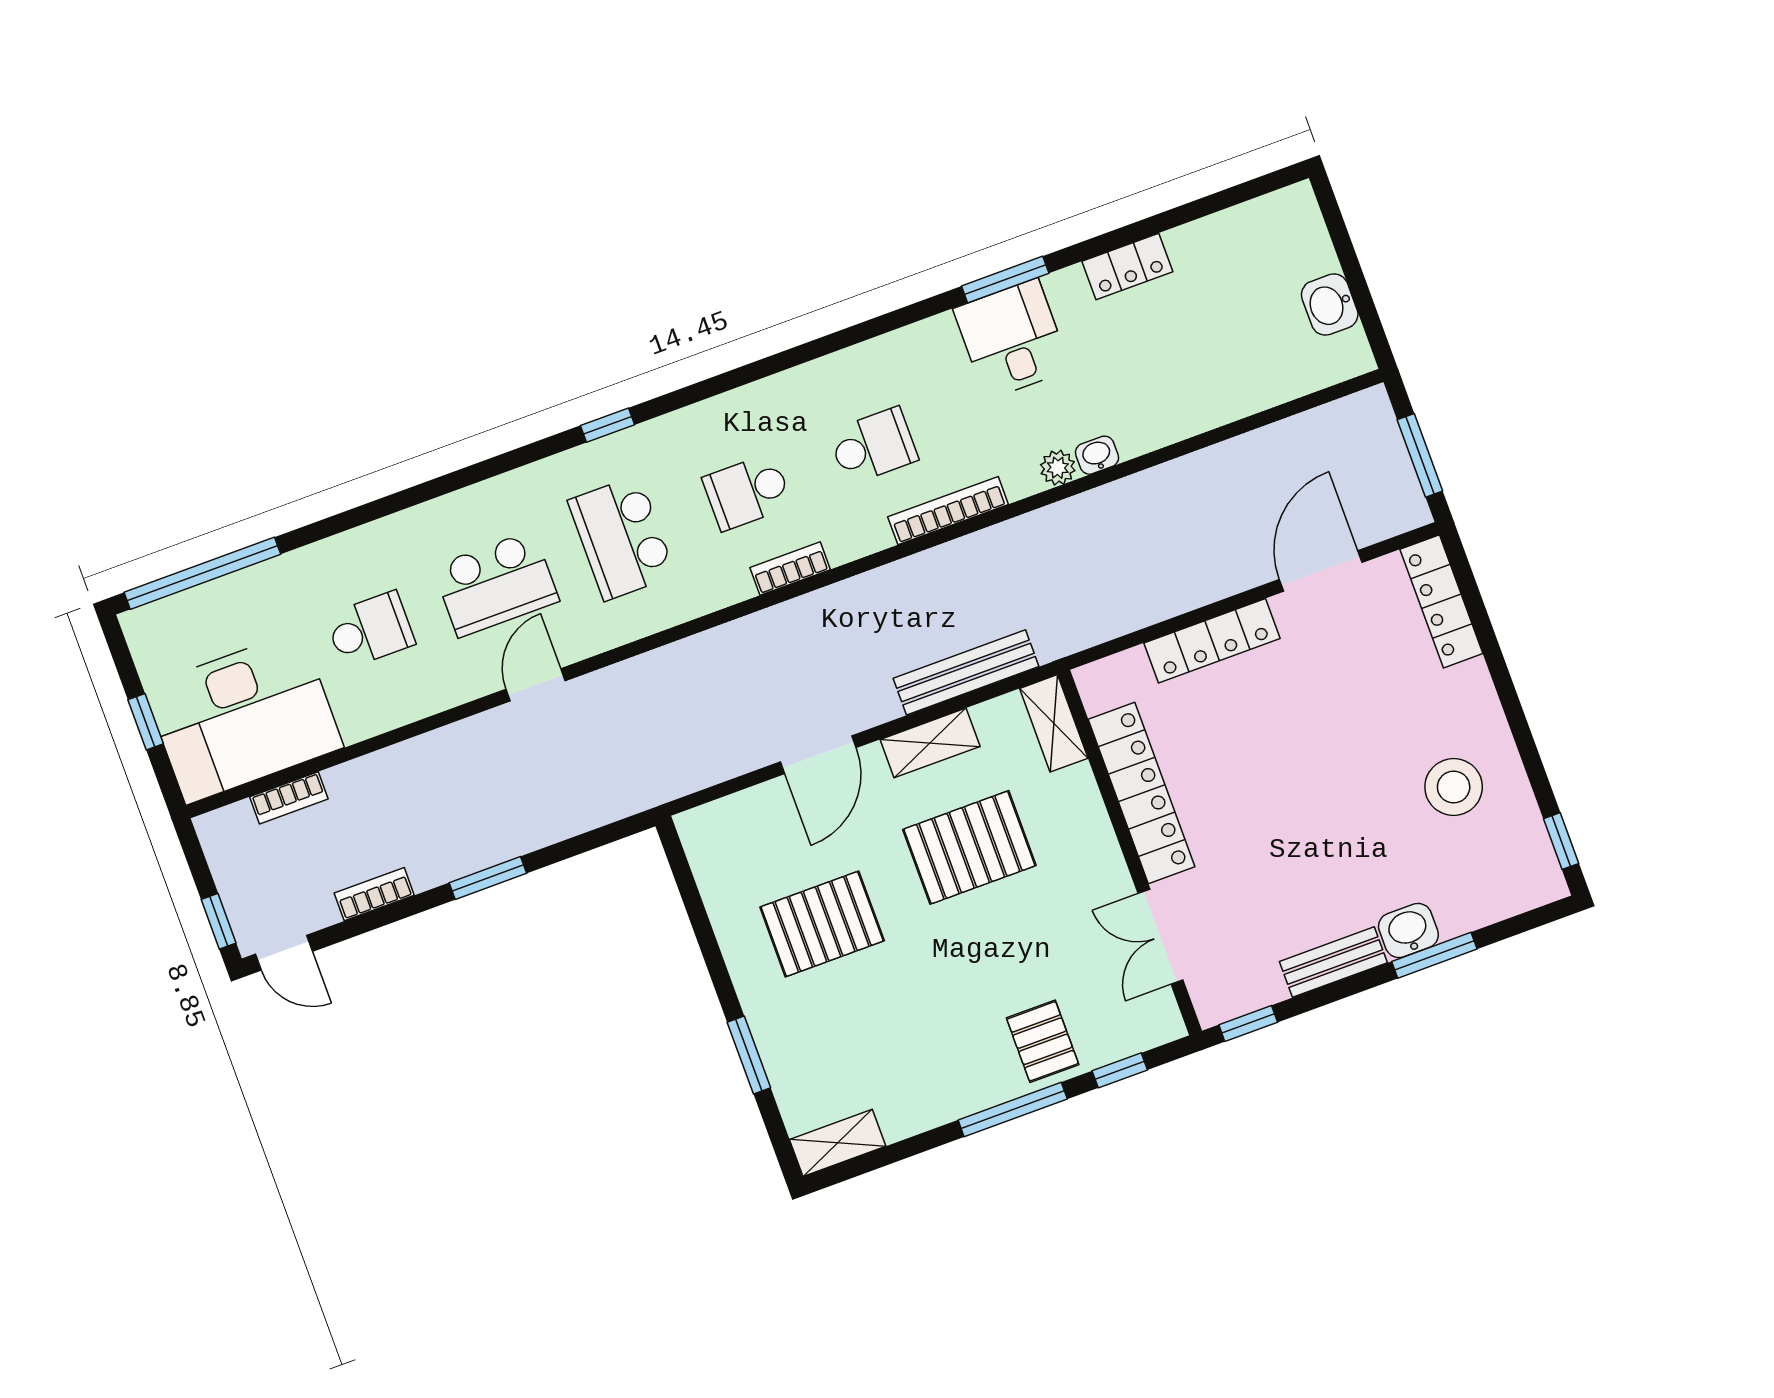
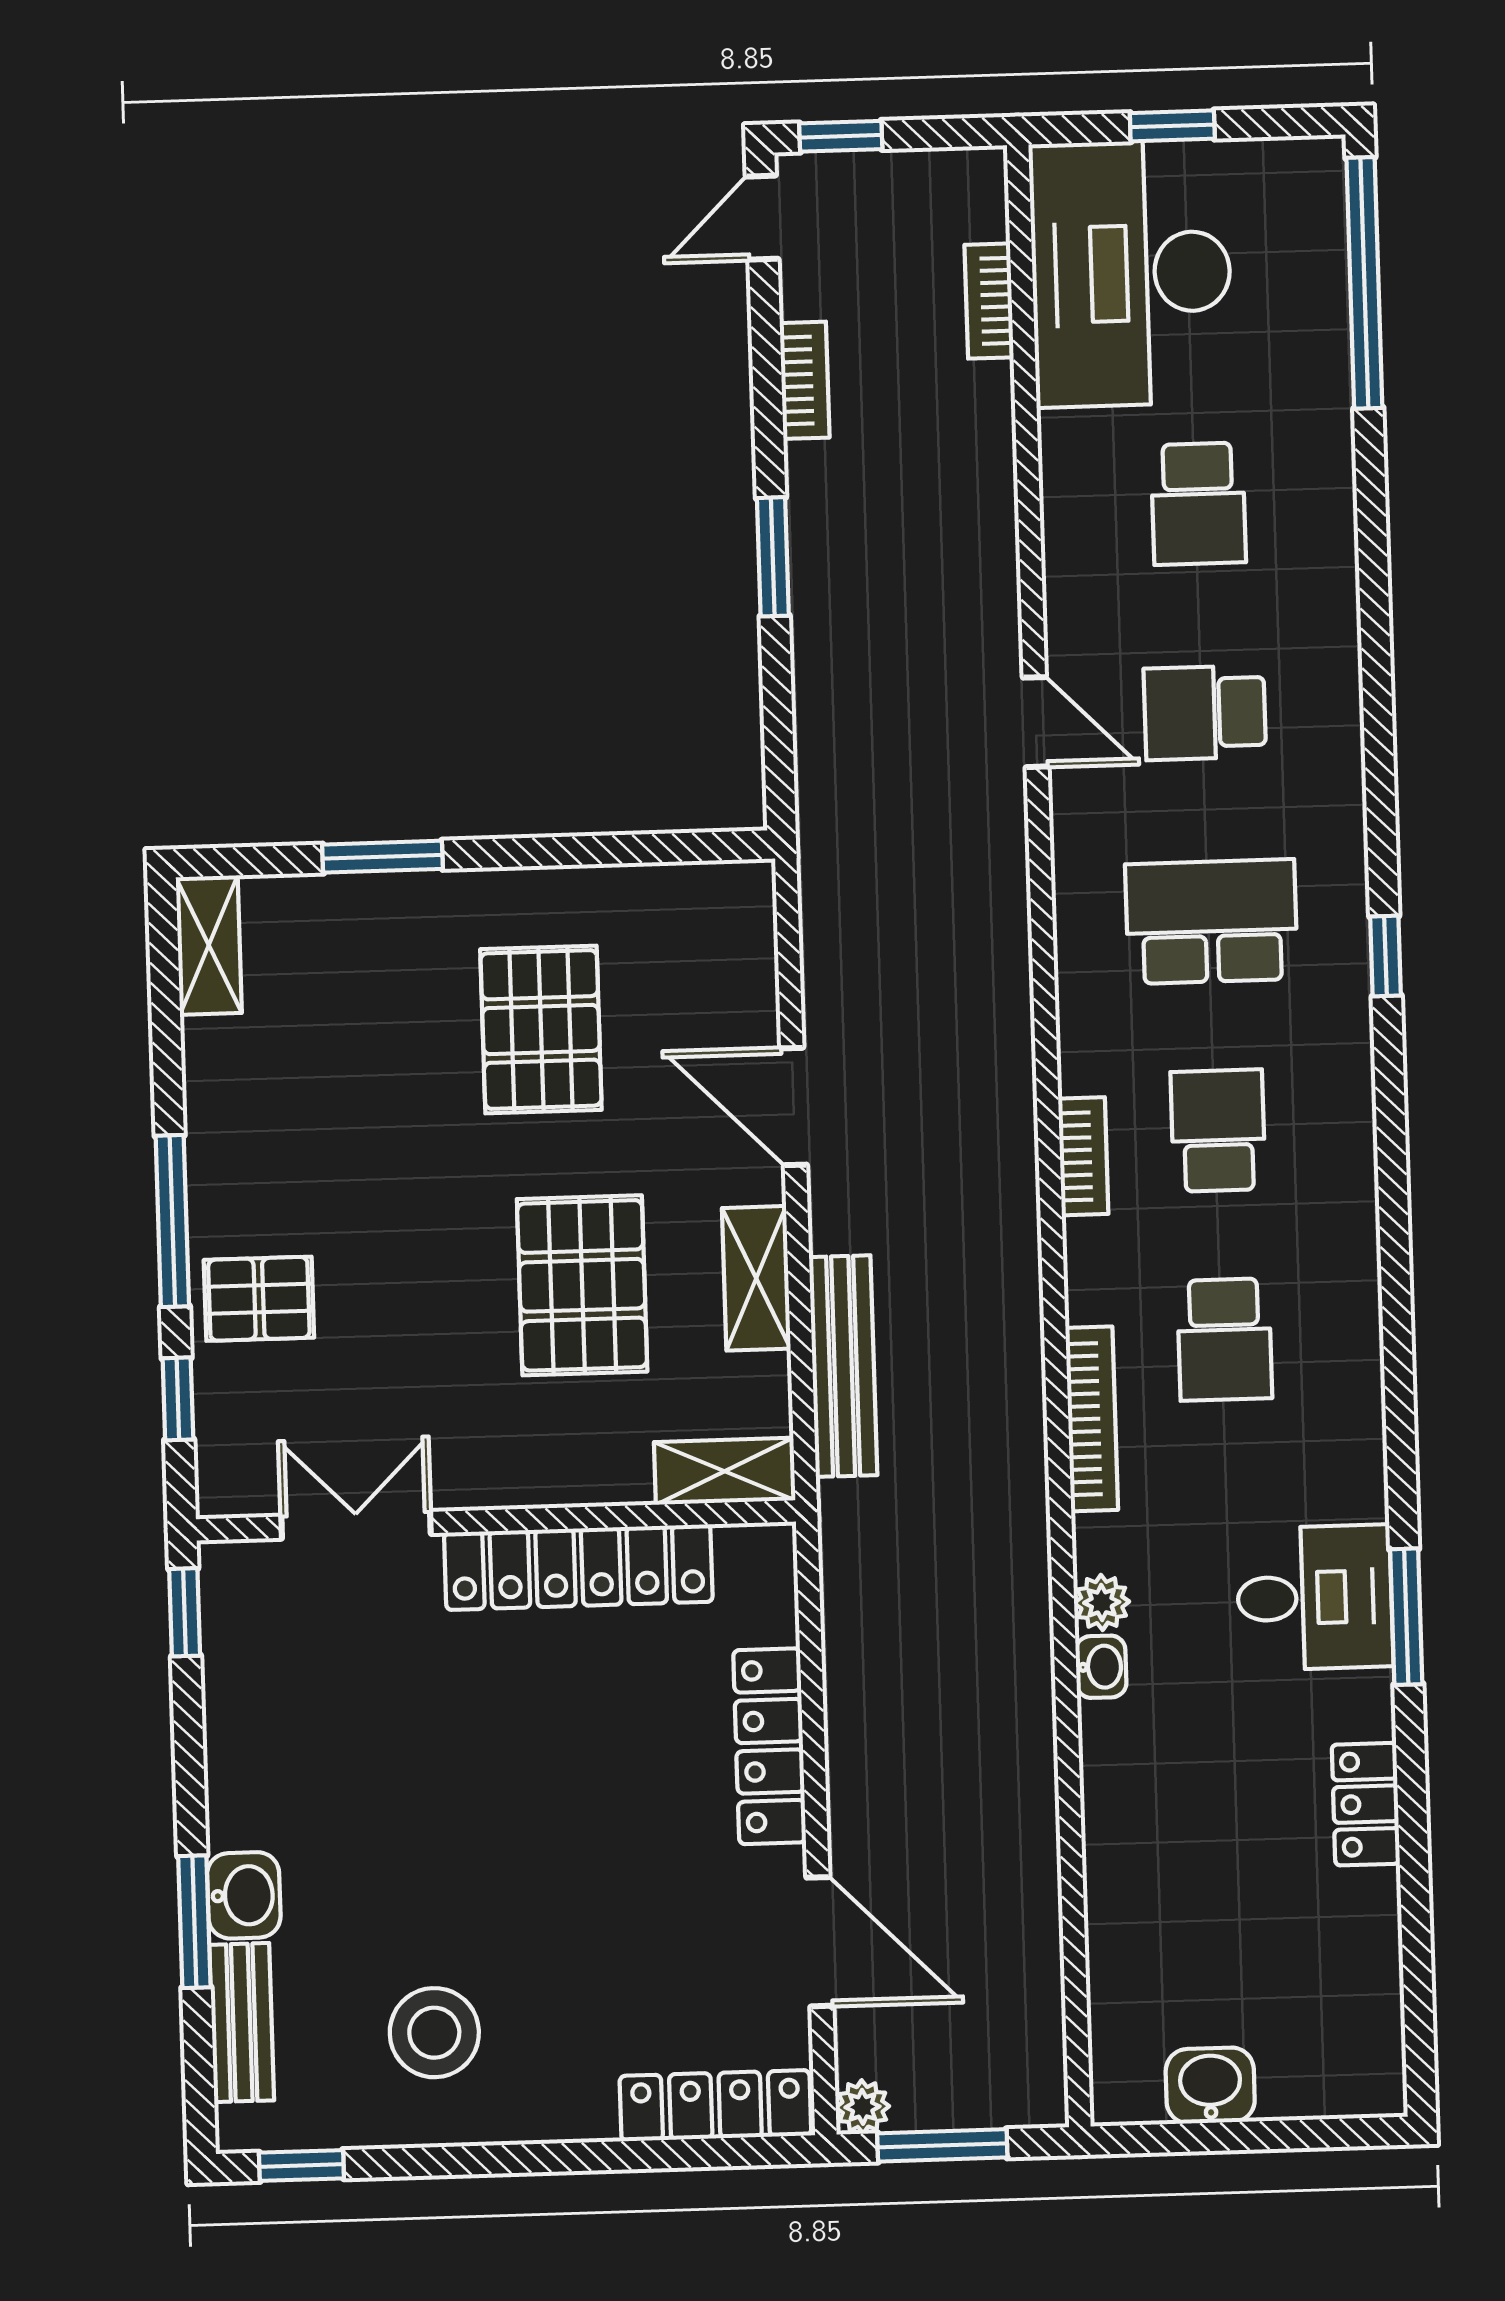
plant: (1413, 512) -> (862, 2107), added
school desk: (496, 584) -> (1205, 713), width x0.54
bench: (1333, 962) -> (242, 2023), moved

